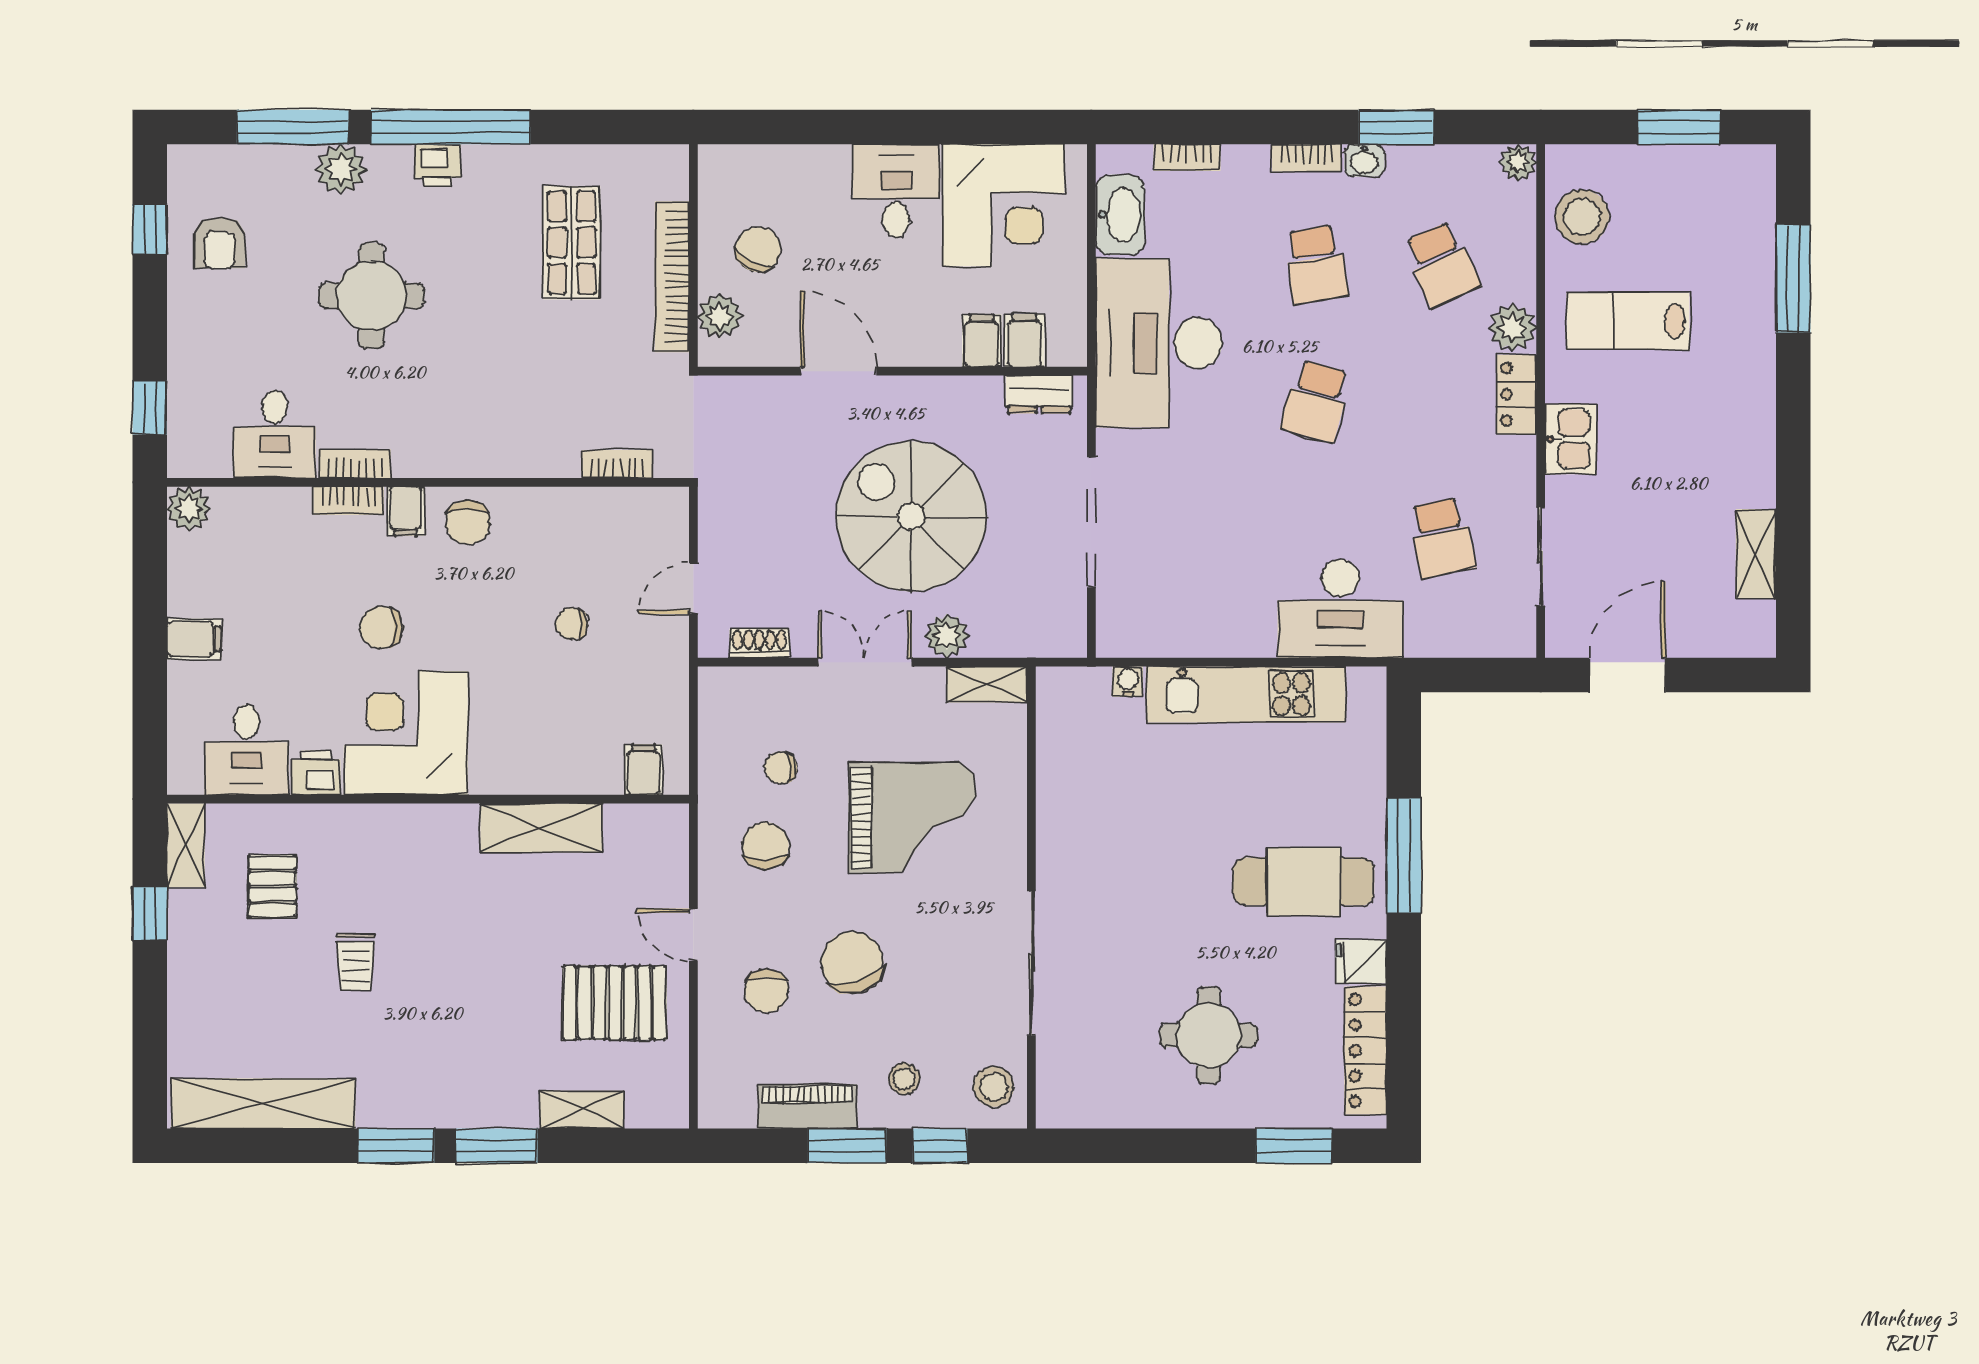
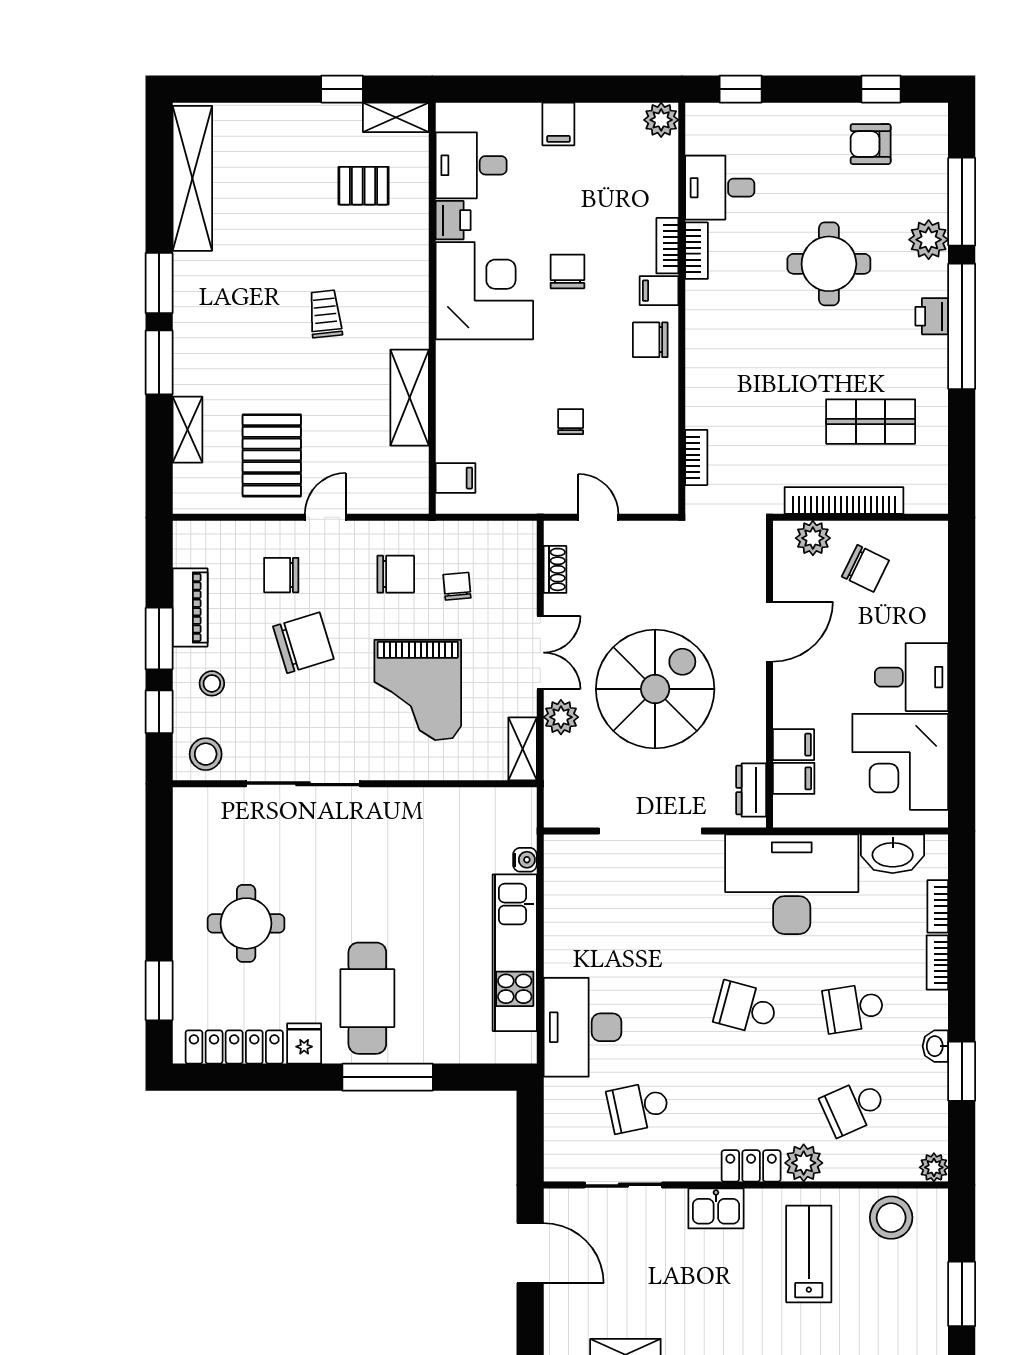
bookcase: (1307, 158) -> (937, 962), moved
trolley: (356, 962) -> (325, 314), moved, turned 84

